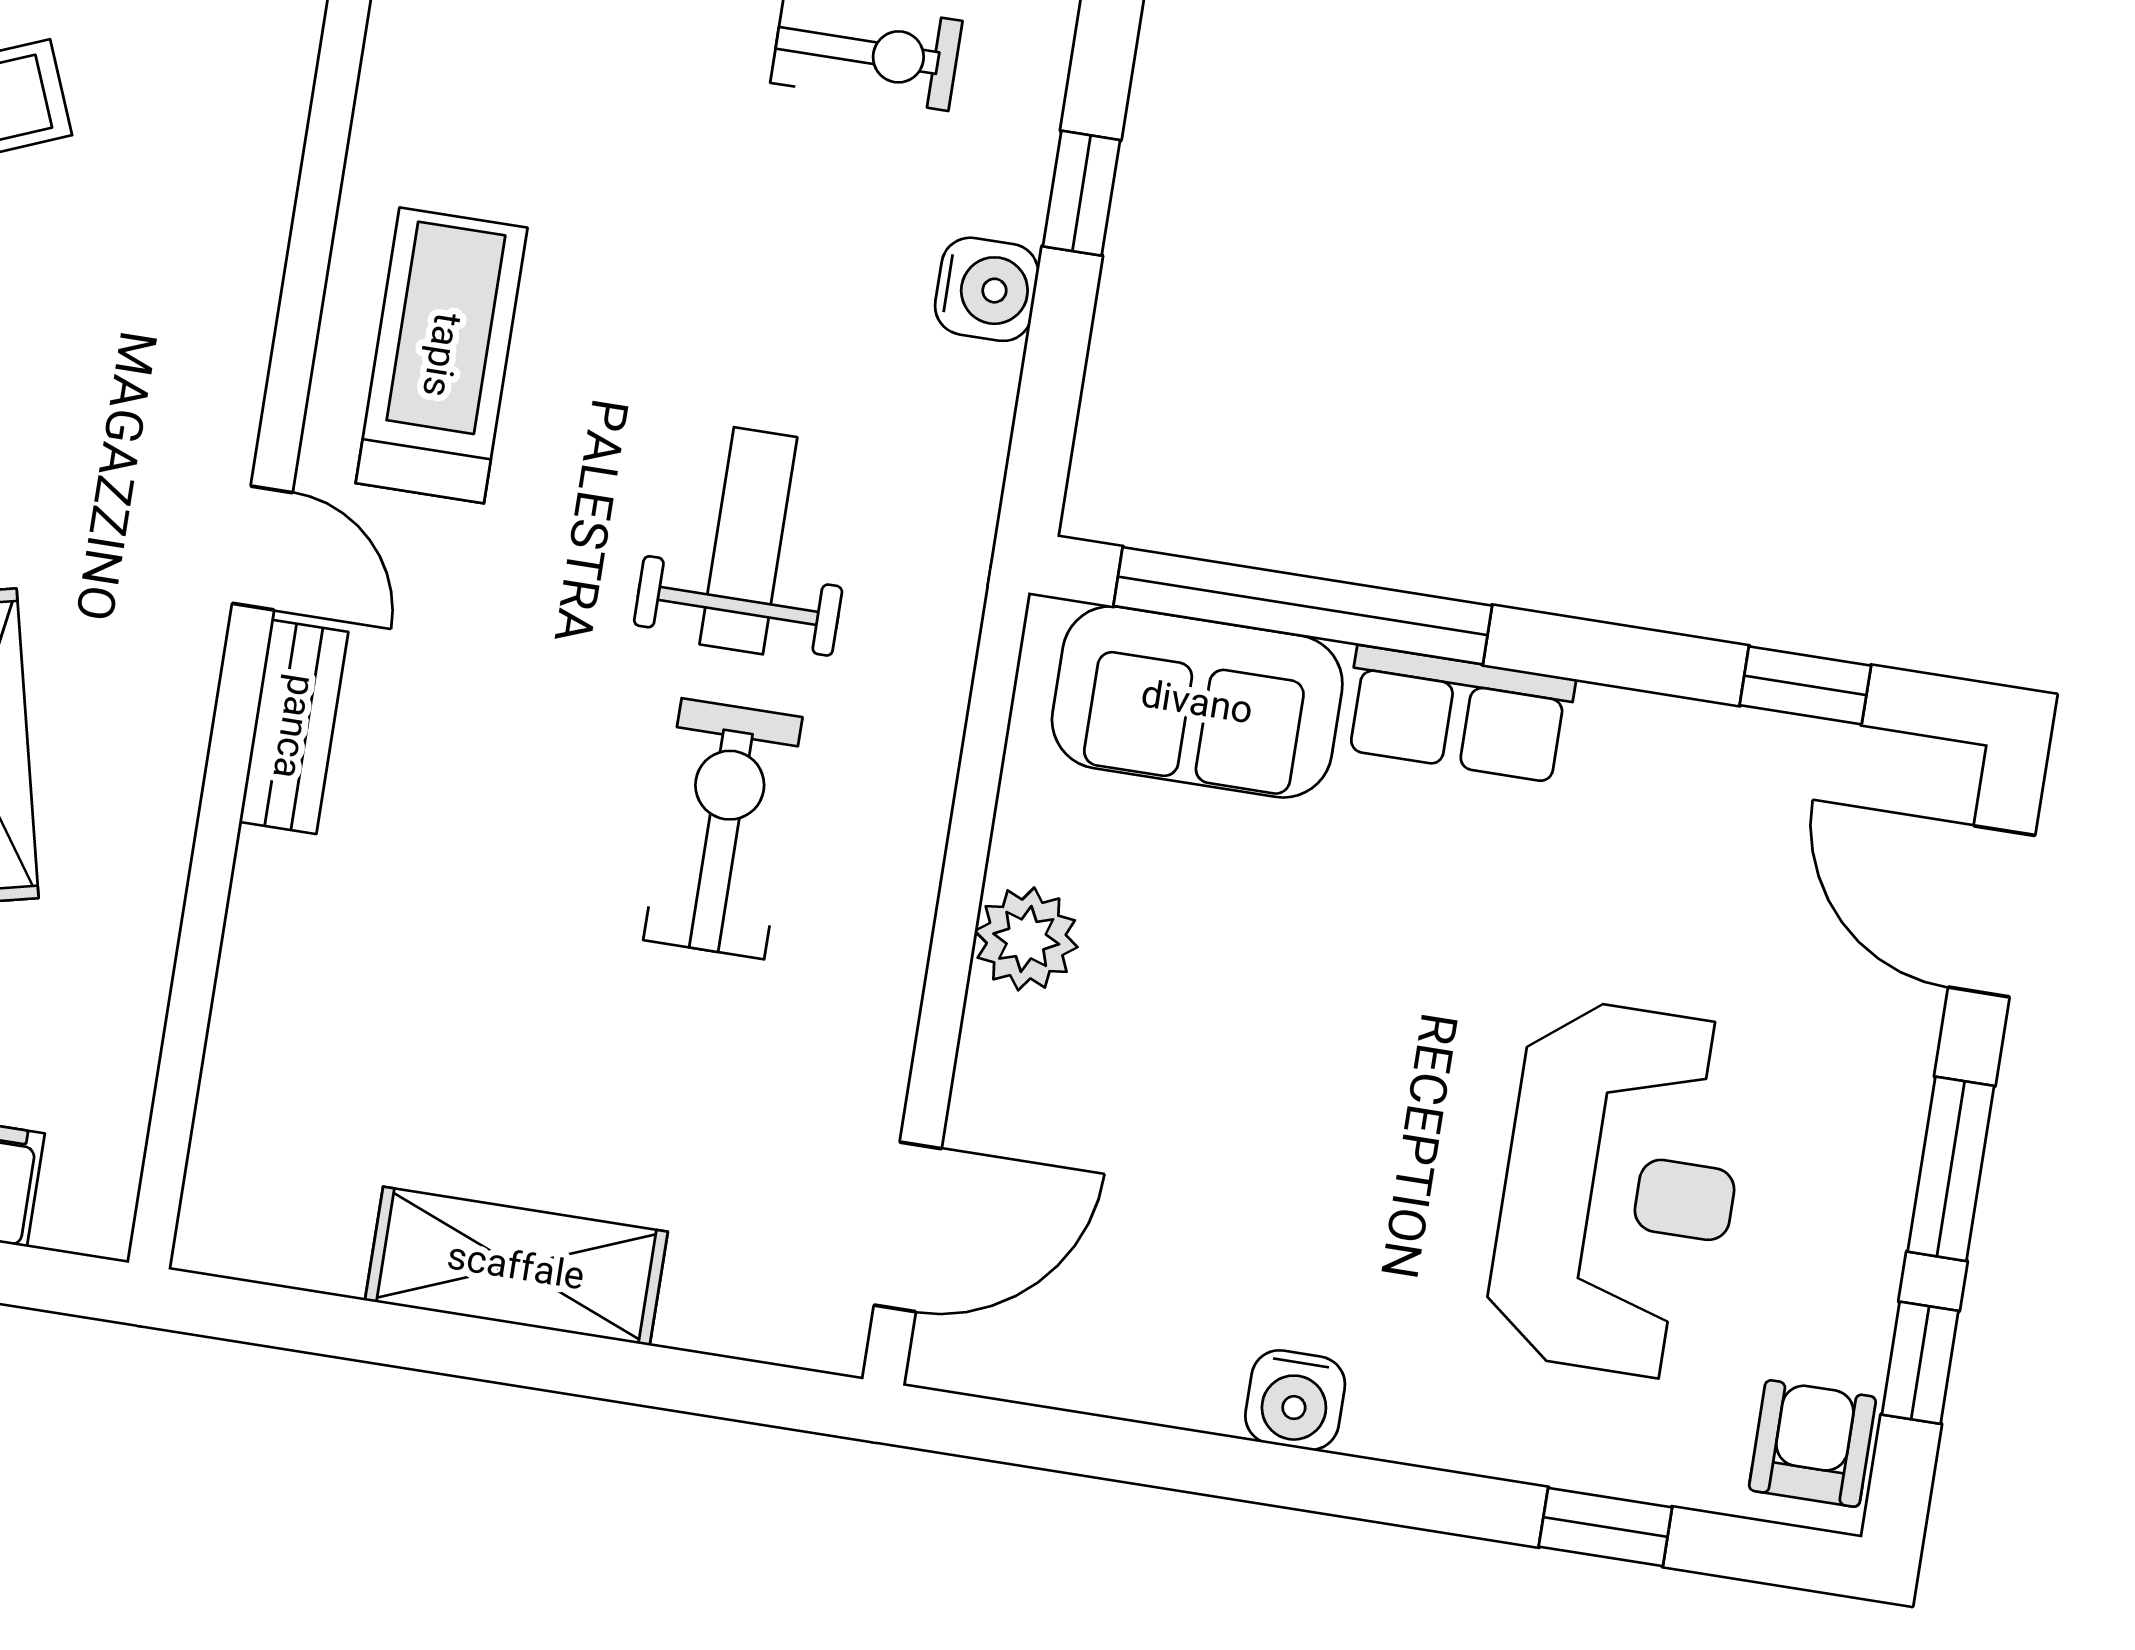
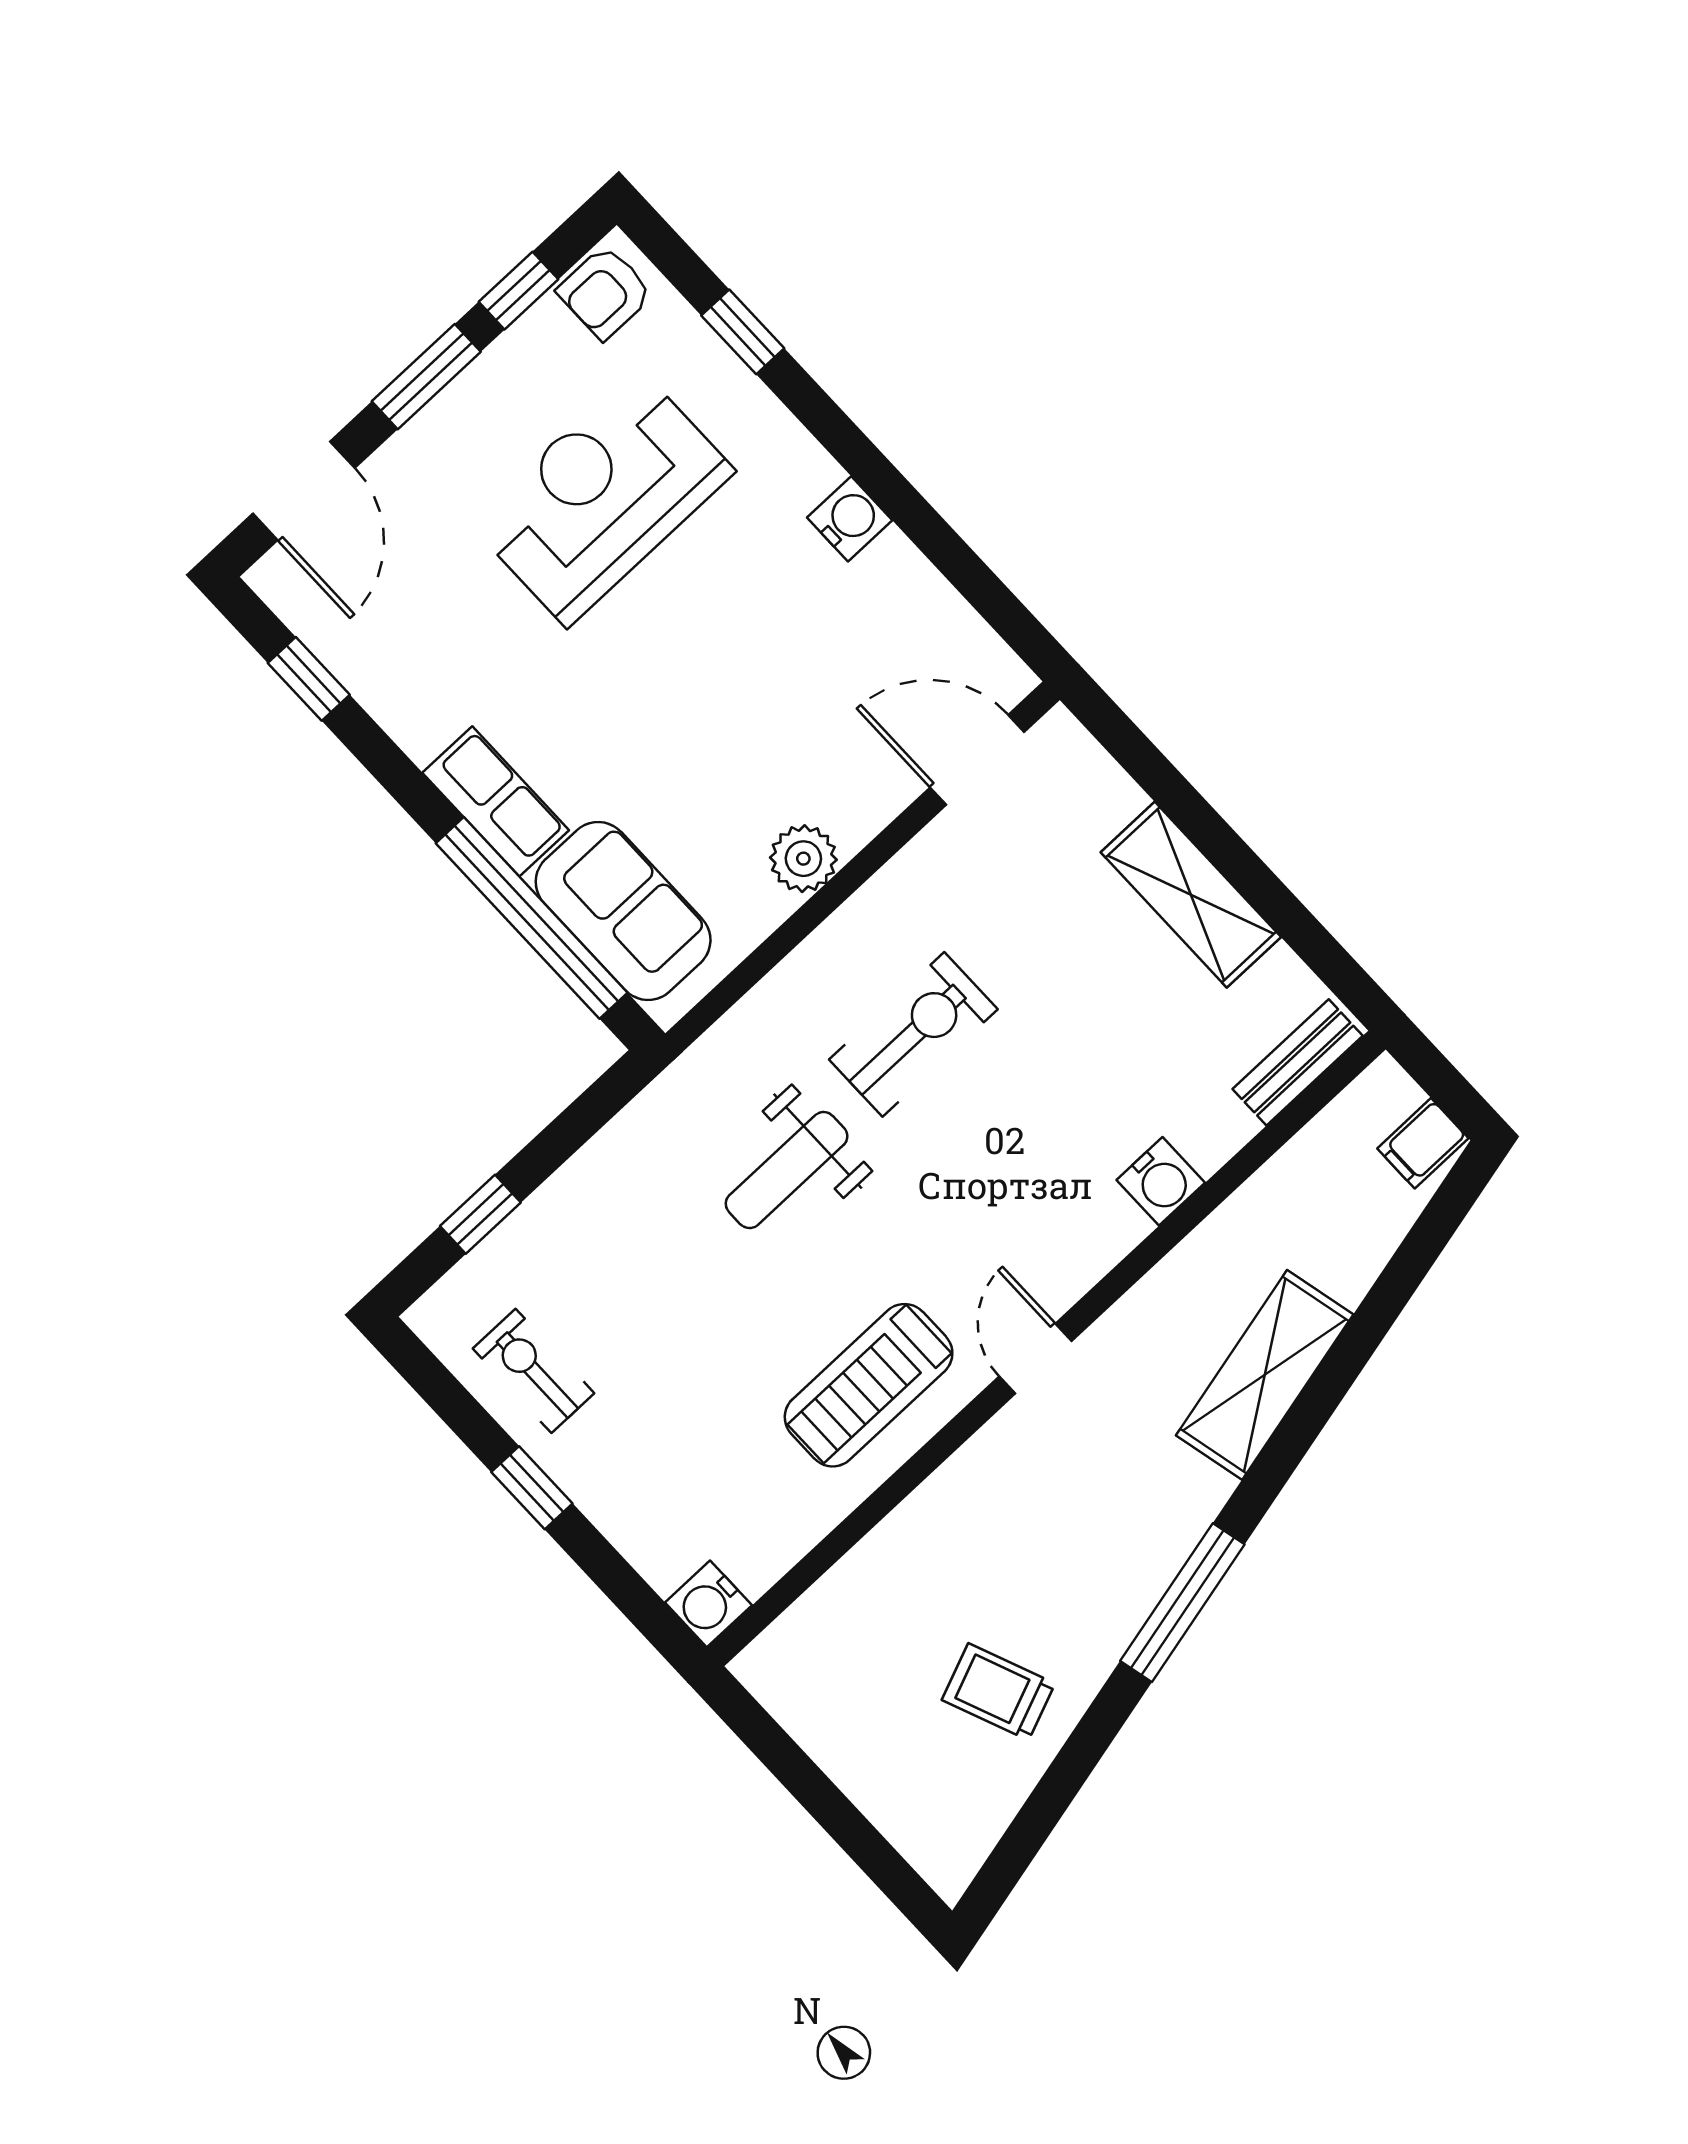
water cooler: (987, 289) -> (1161, 1181), moved, turned 180
bench: (294, 727) -> (1298, 1062), moved
exercise bike: (723, 829) -> (913, 1034), turned 180

